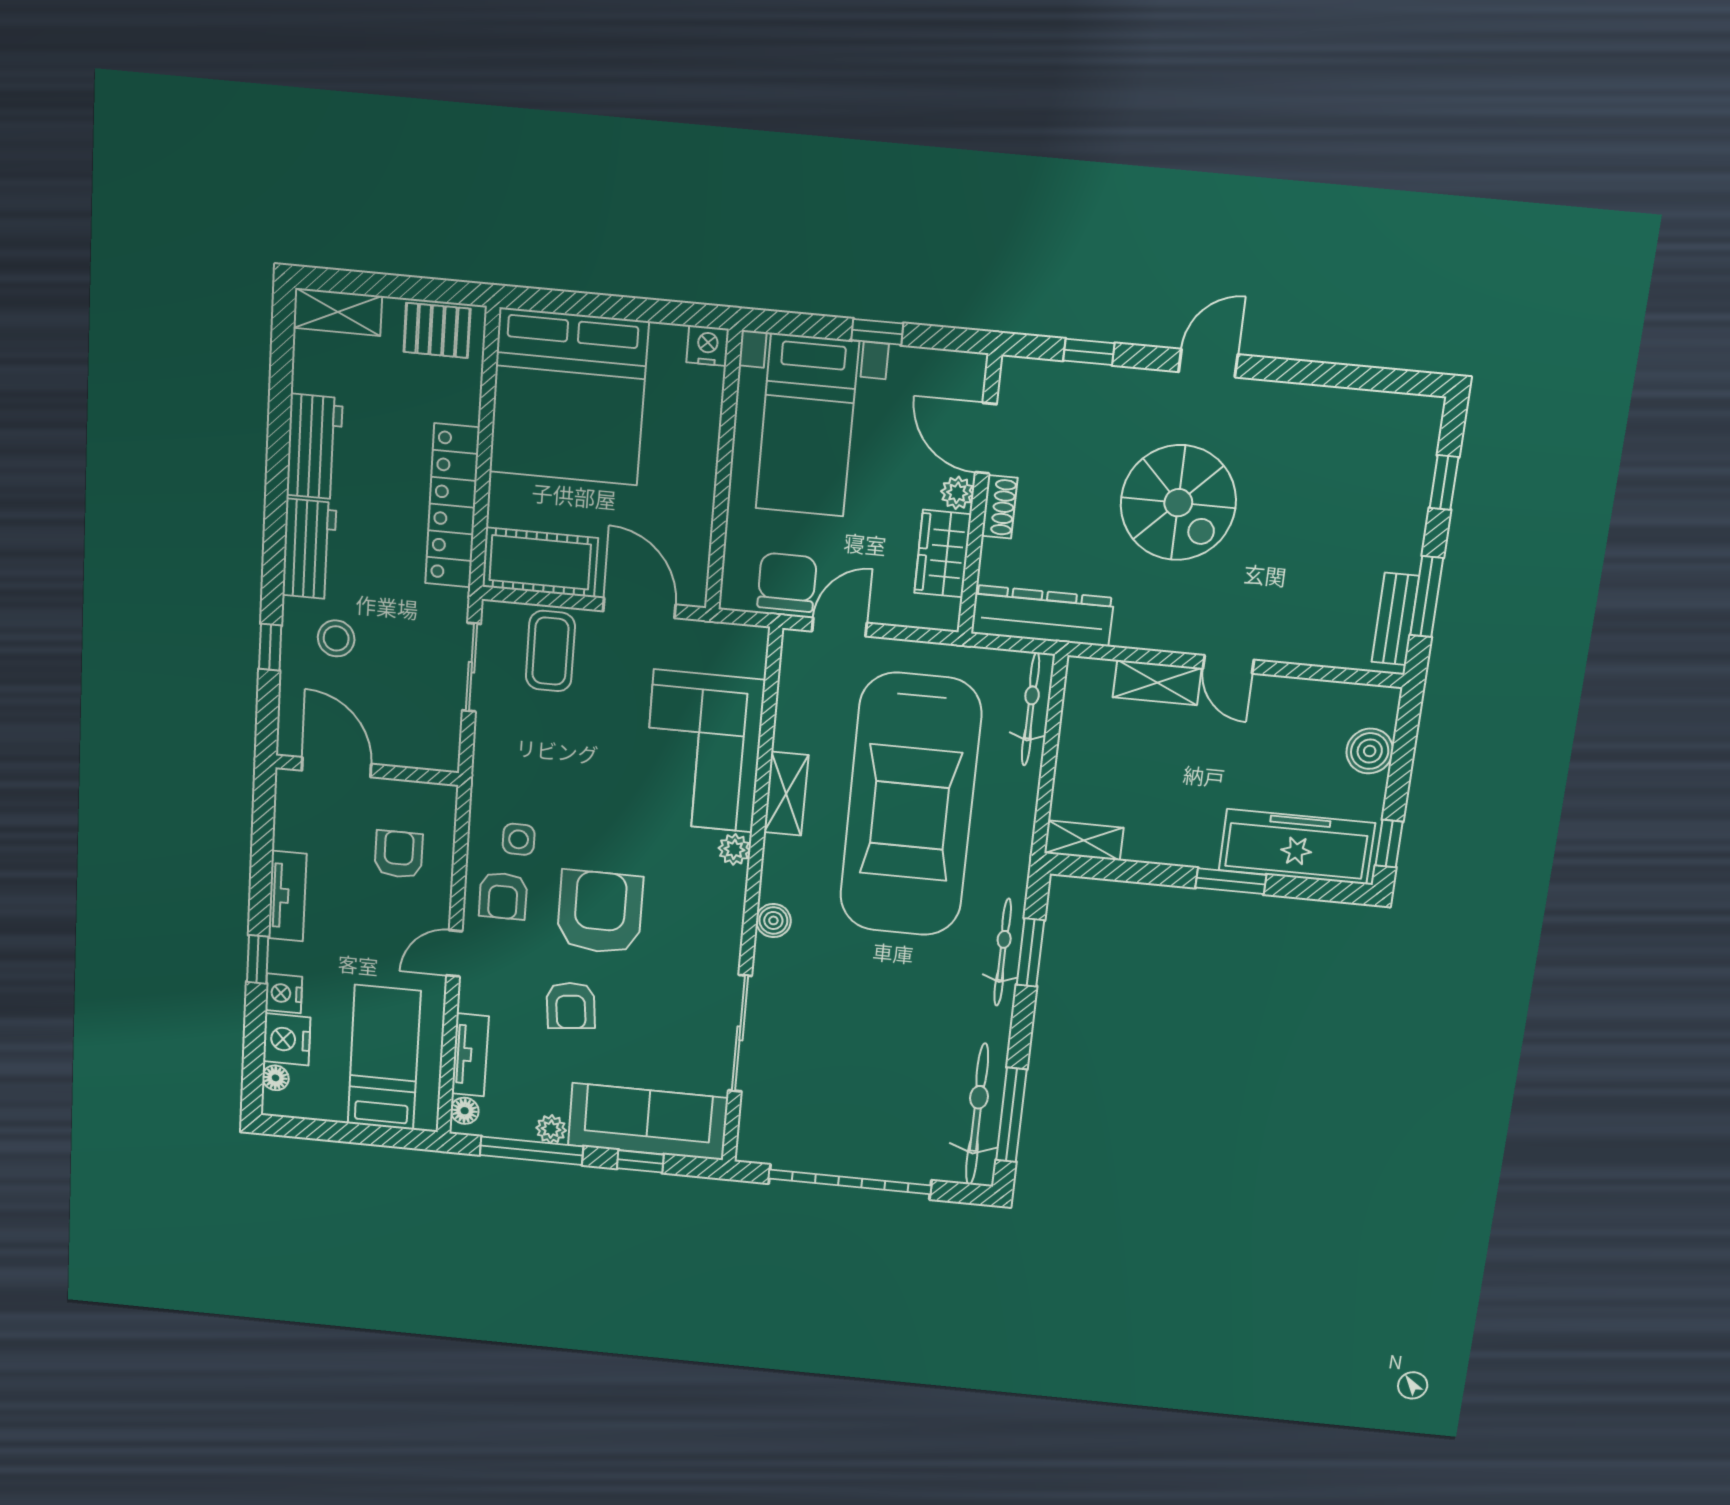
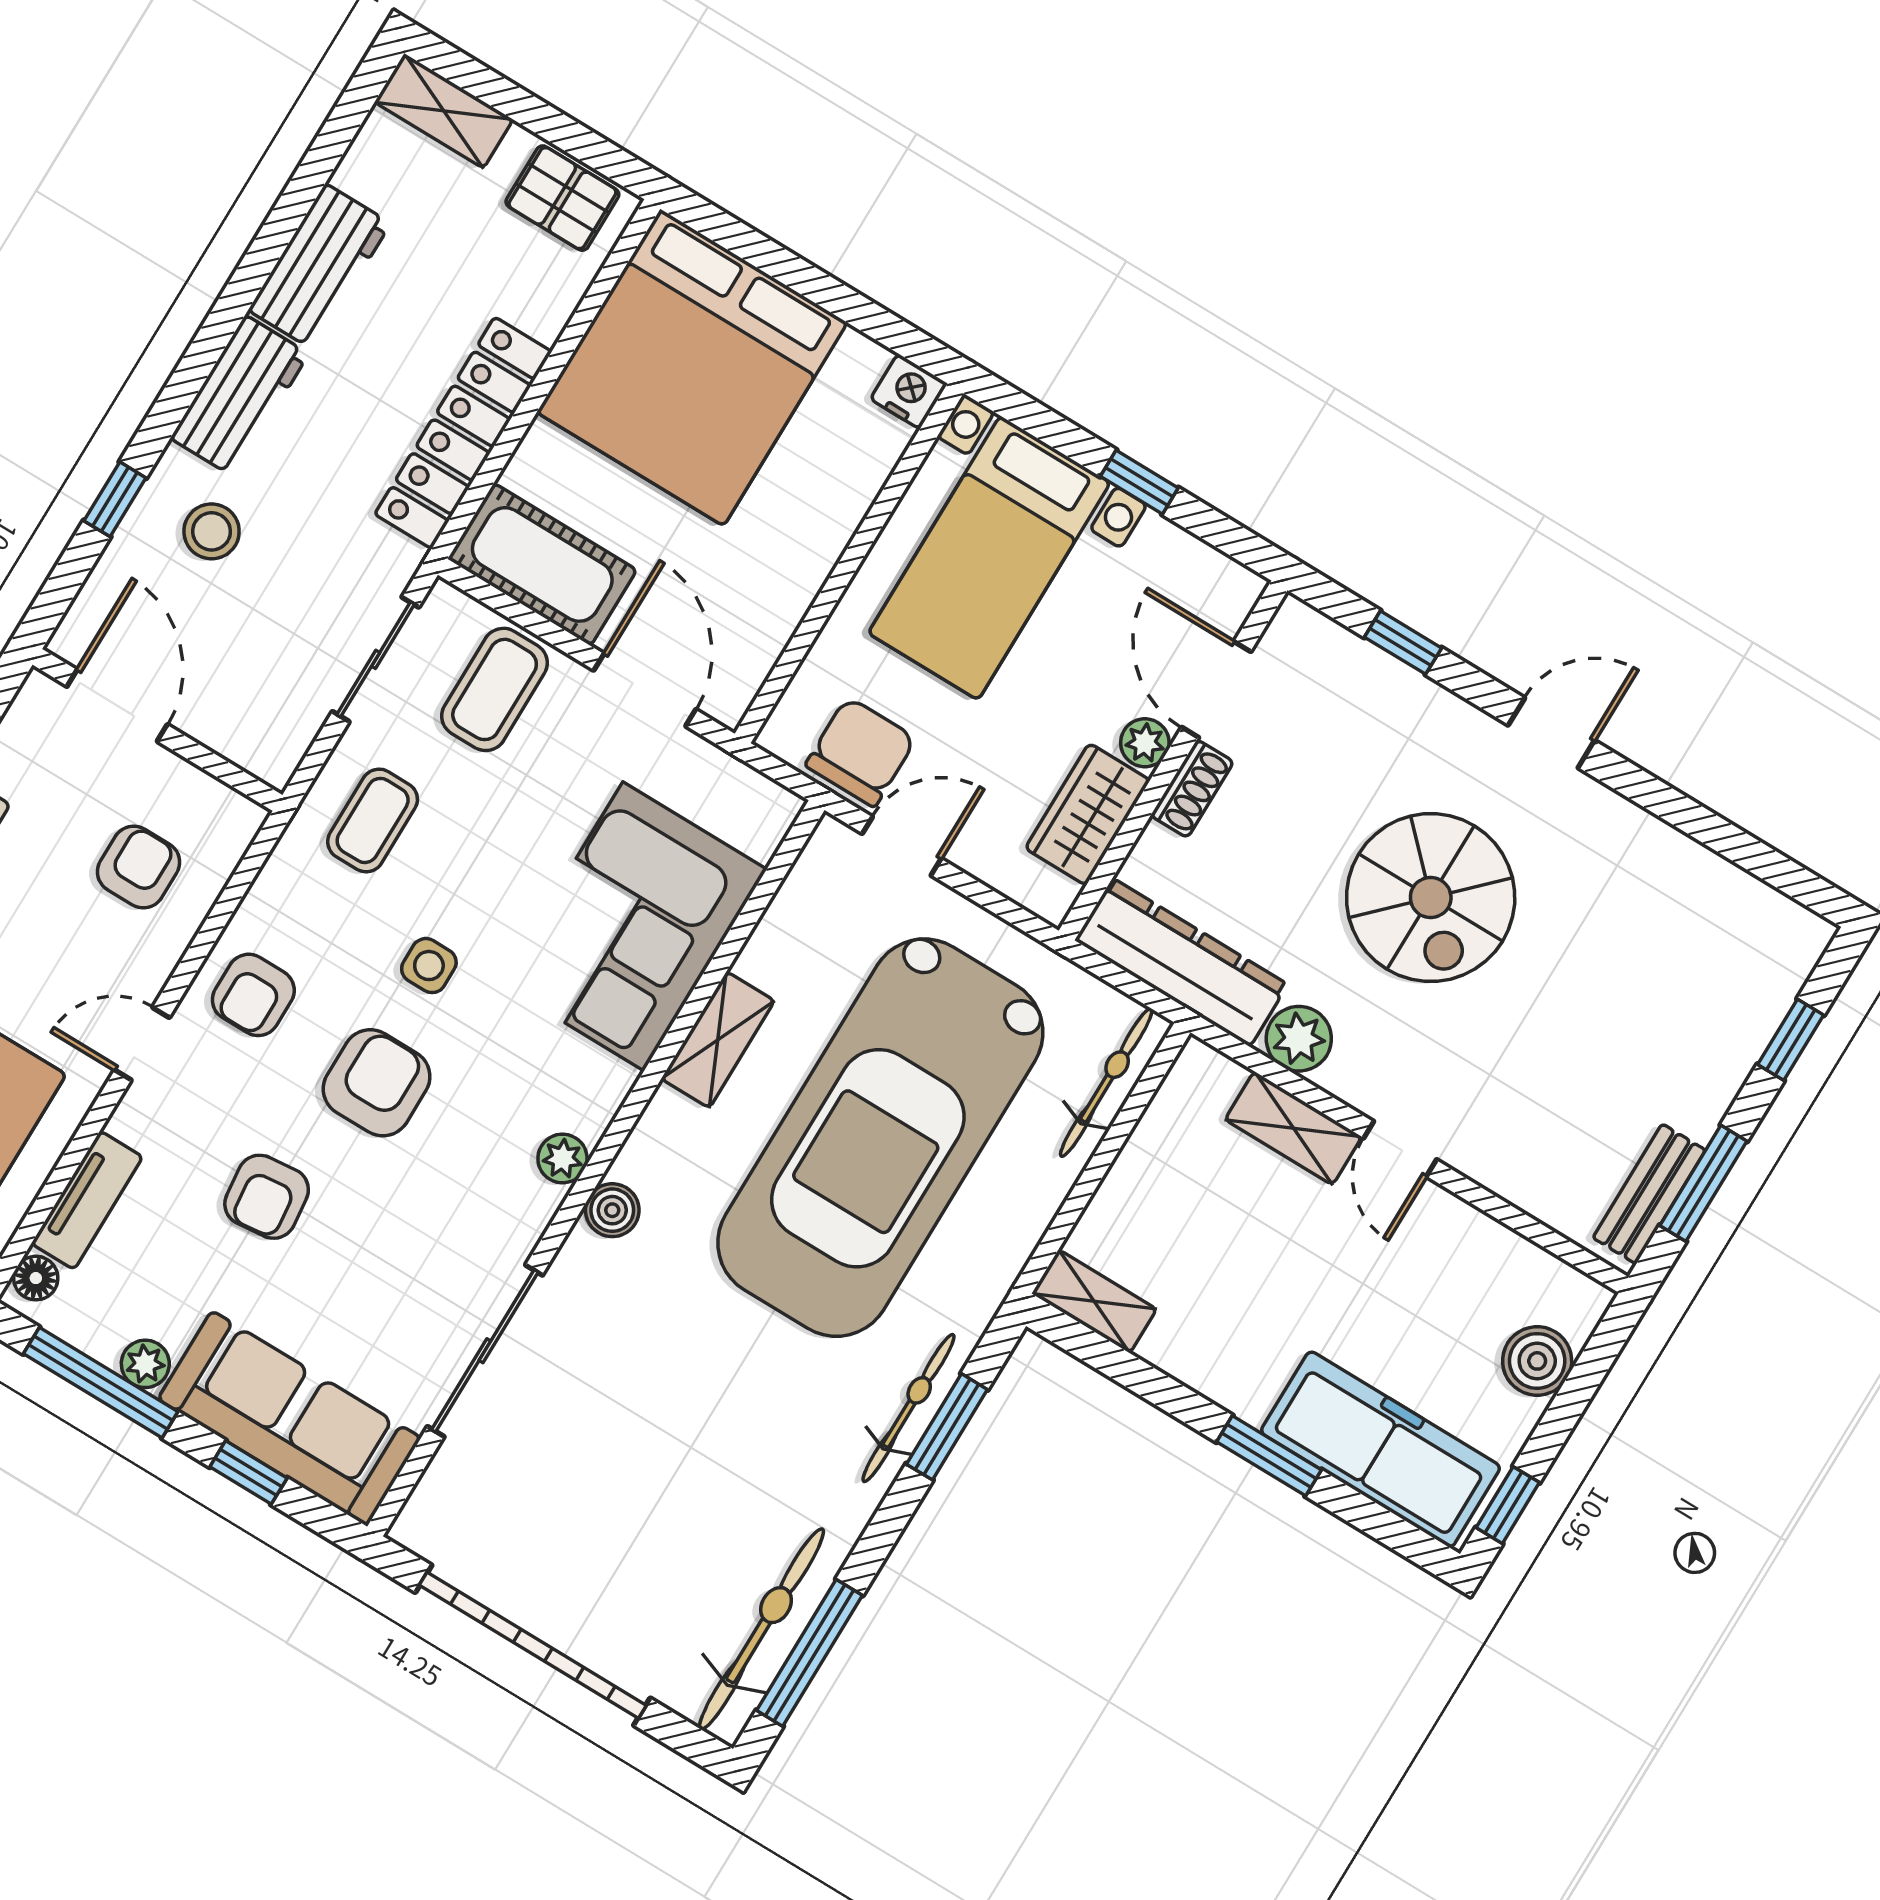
plant: (1136, 627) -> (1299, 1039), added
coffee table: (519, 763) -> (373, 820), added
side table: (519, 839) -> (429, 966), moved
plant: (734, 849) -> (562, 1158), moved
armchair: (600, 912) -> (377, 1083), width x0.73, depth x0.73

